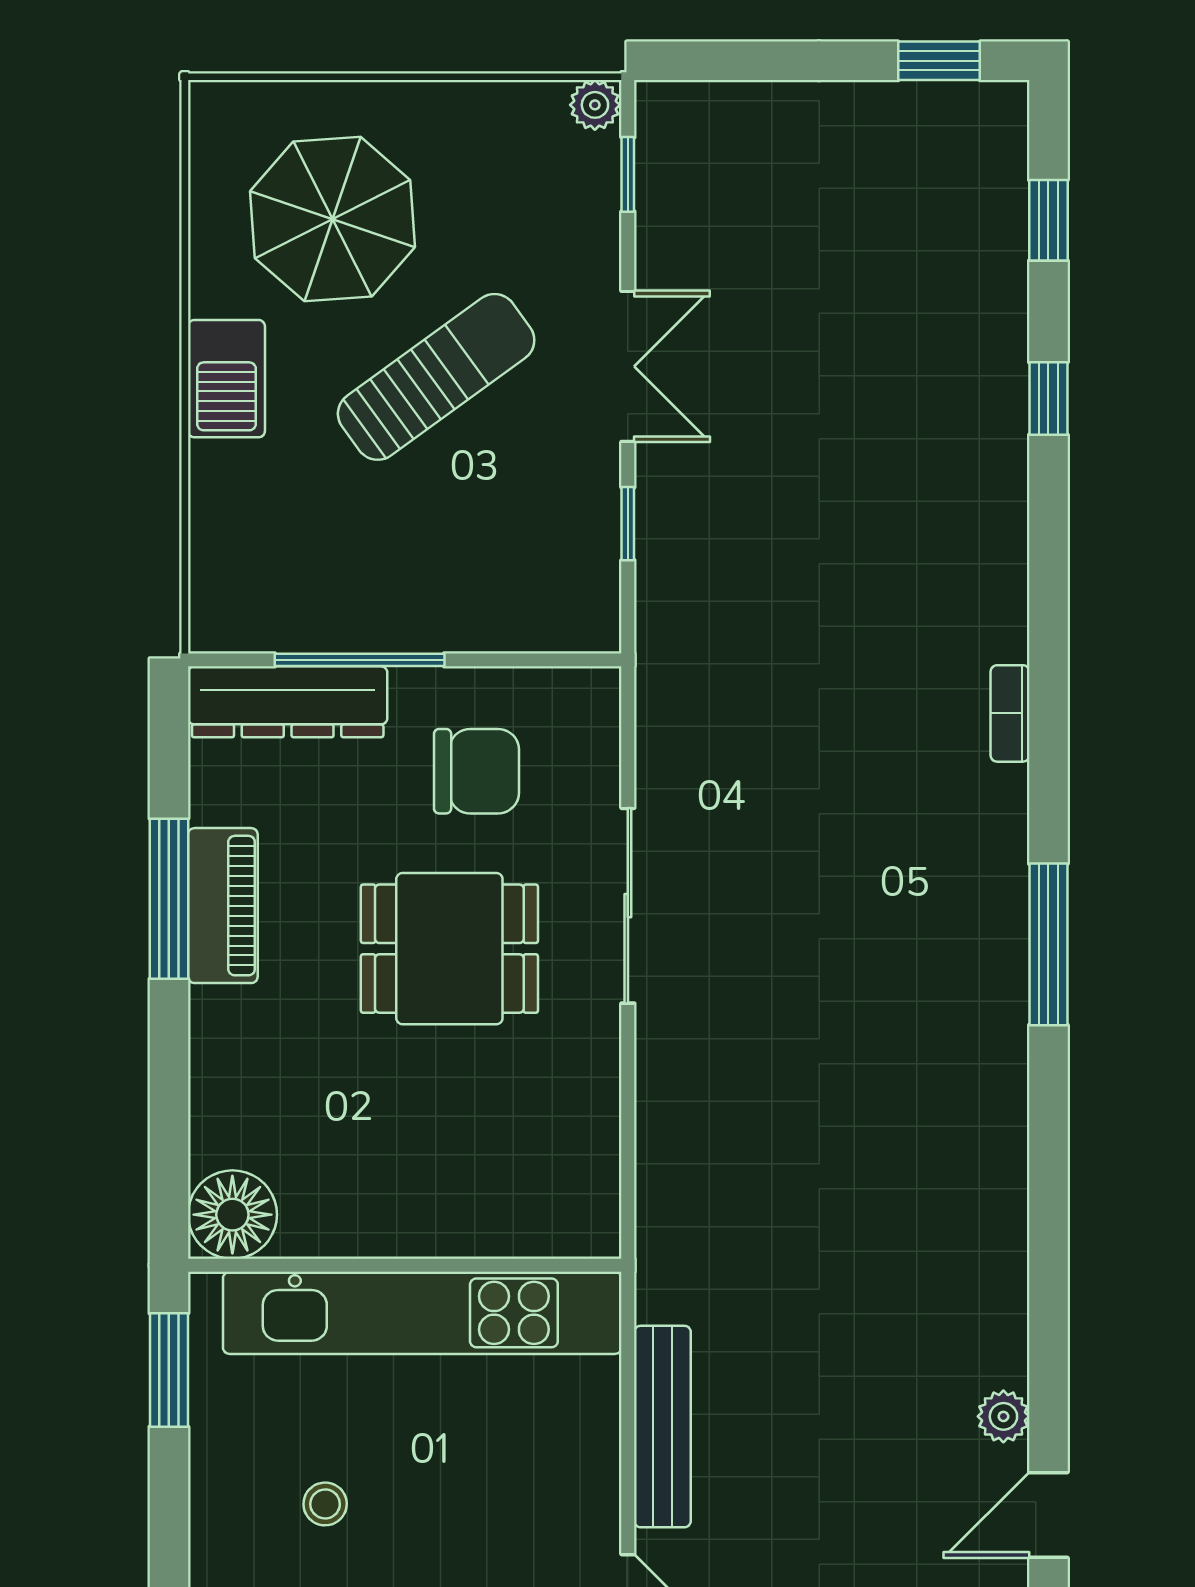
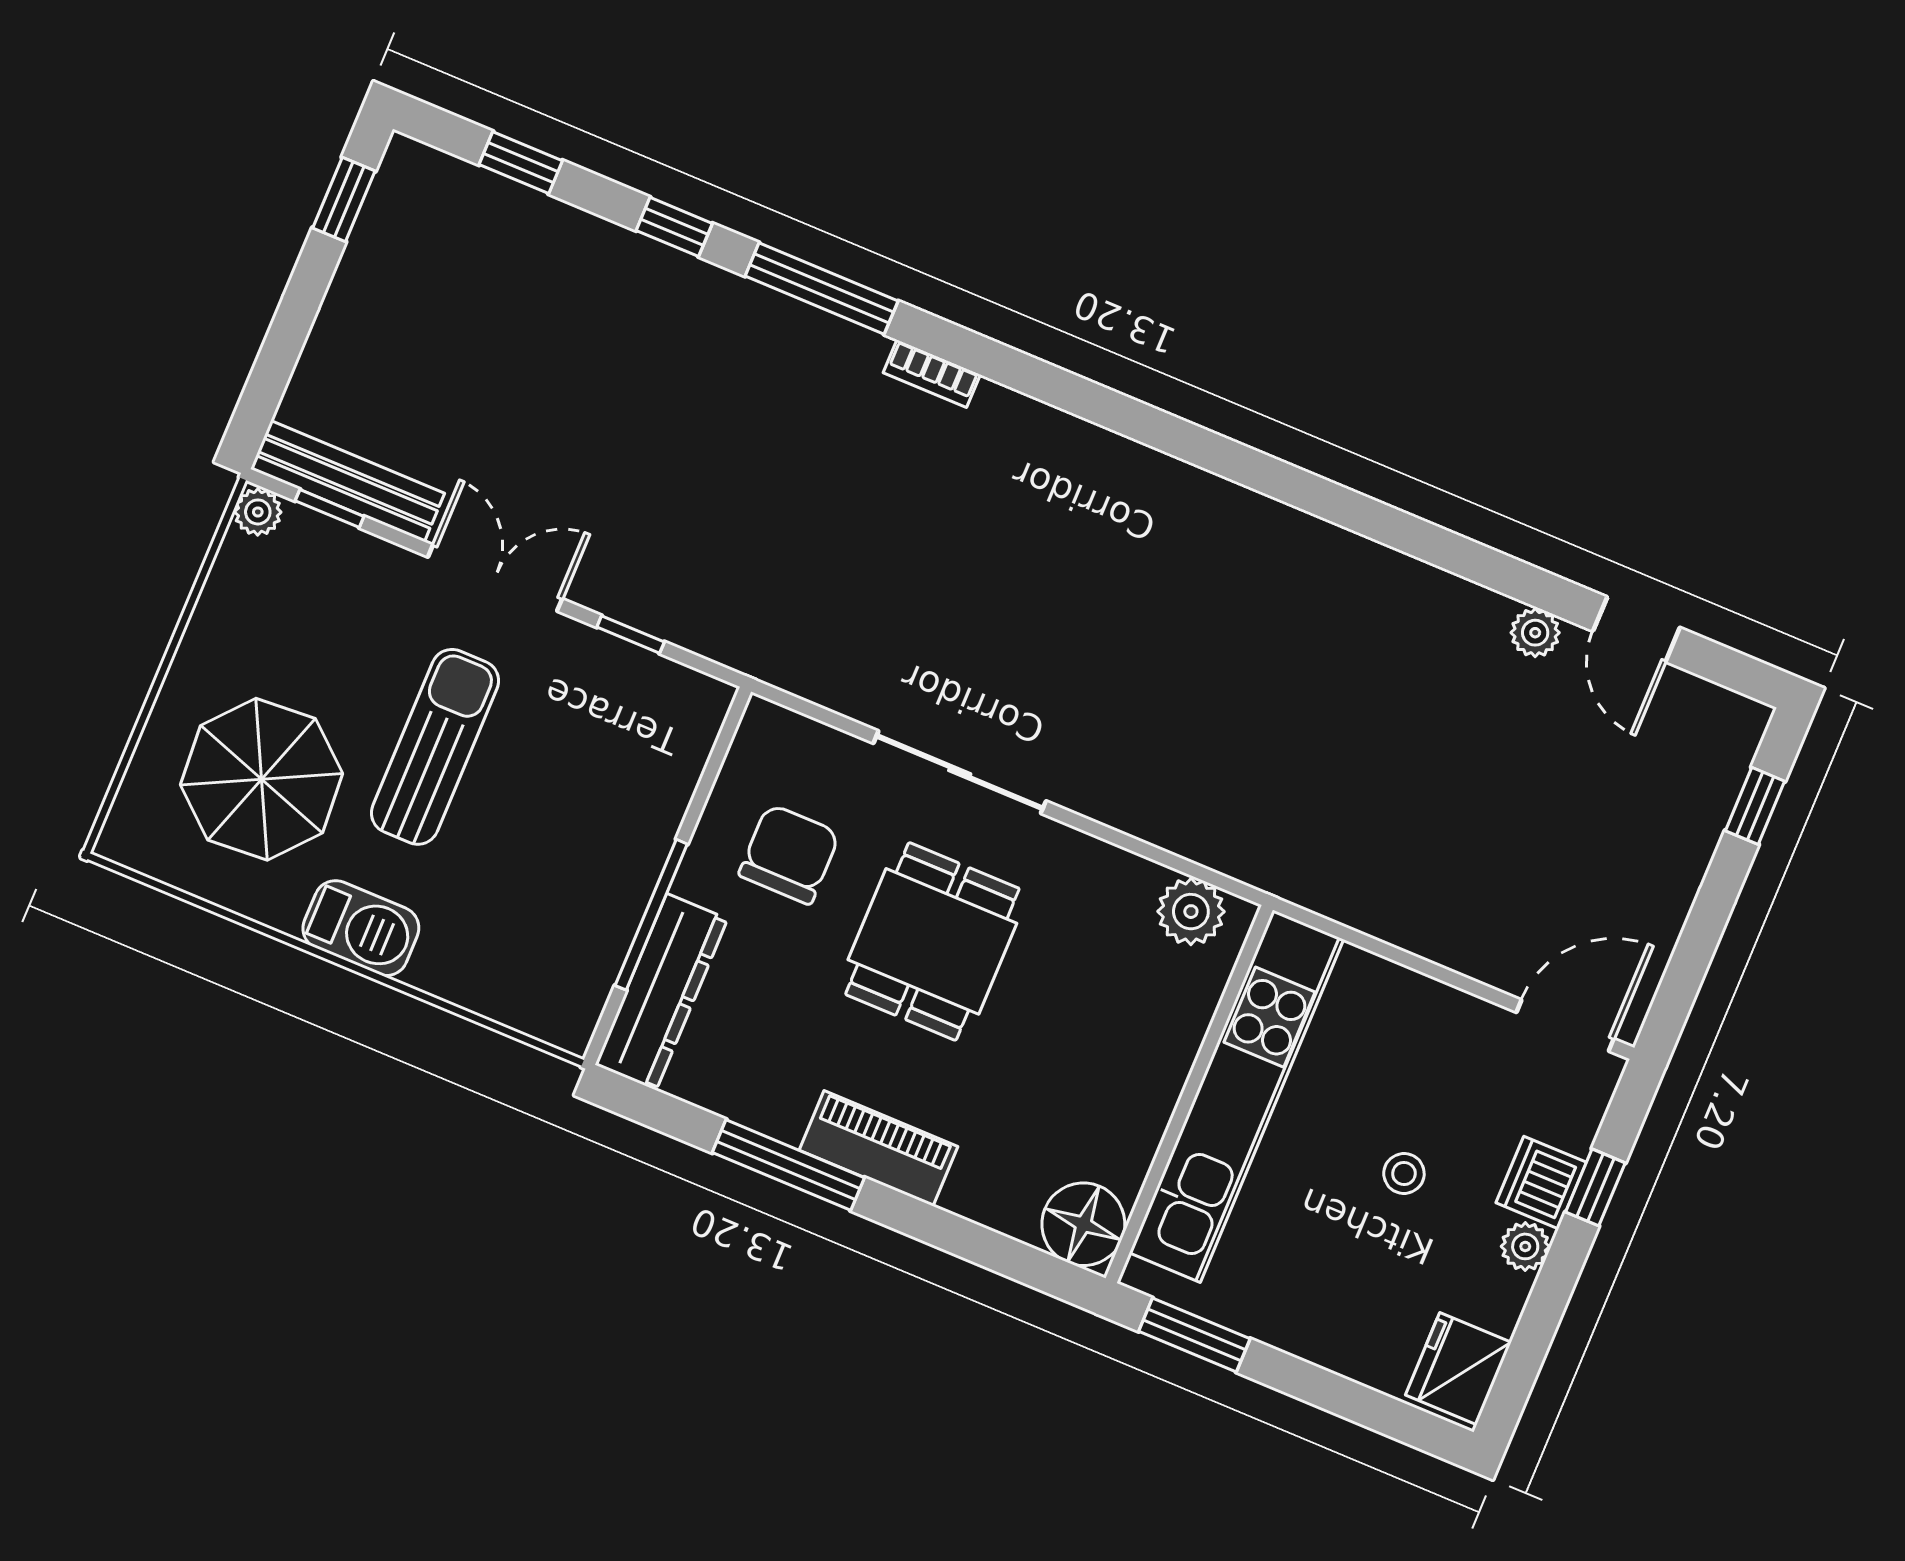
sun lounger: (436, 377) -> (435, 747), turned 36
piano: (223, 906) -> (879, 1148), moved
window: (1048, 944) -> (822, 289), moved
plant: (586, 1192) -> (1191, 912), added
bench: (662, 1427) -> (348, 481), moved
stool: (325, 1504) -> (1404, 1173), moved

